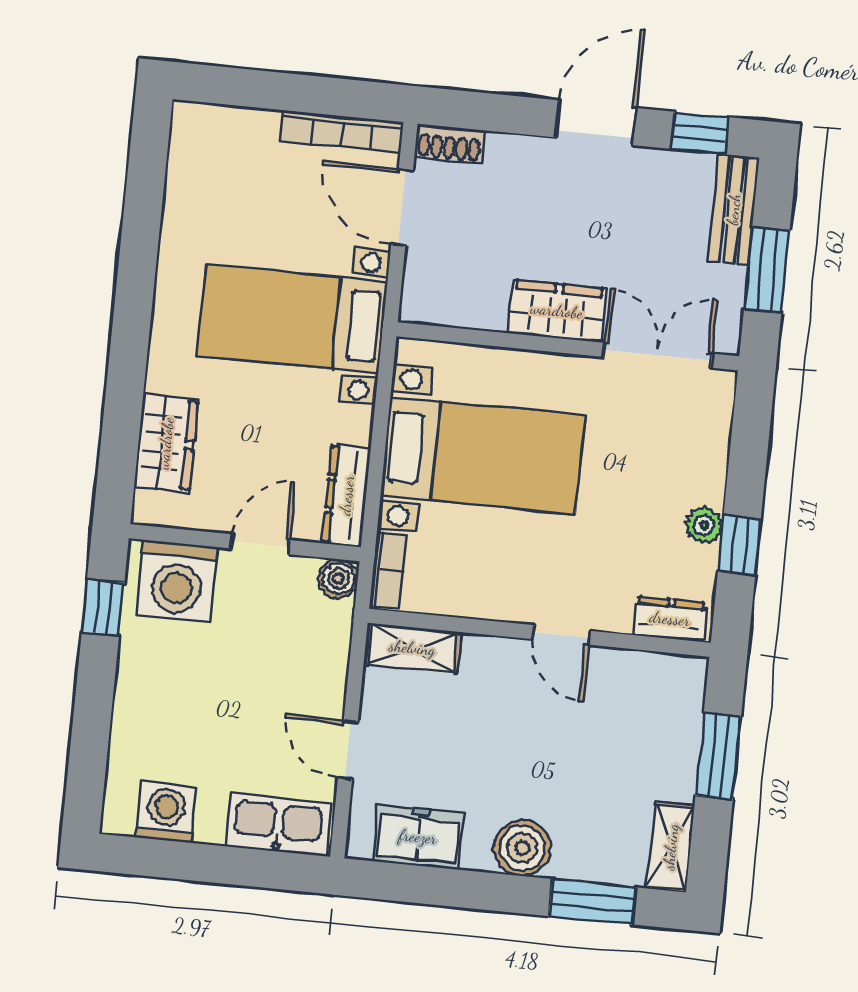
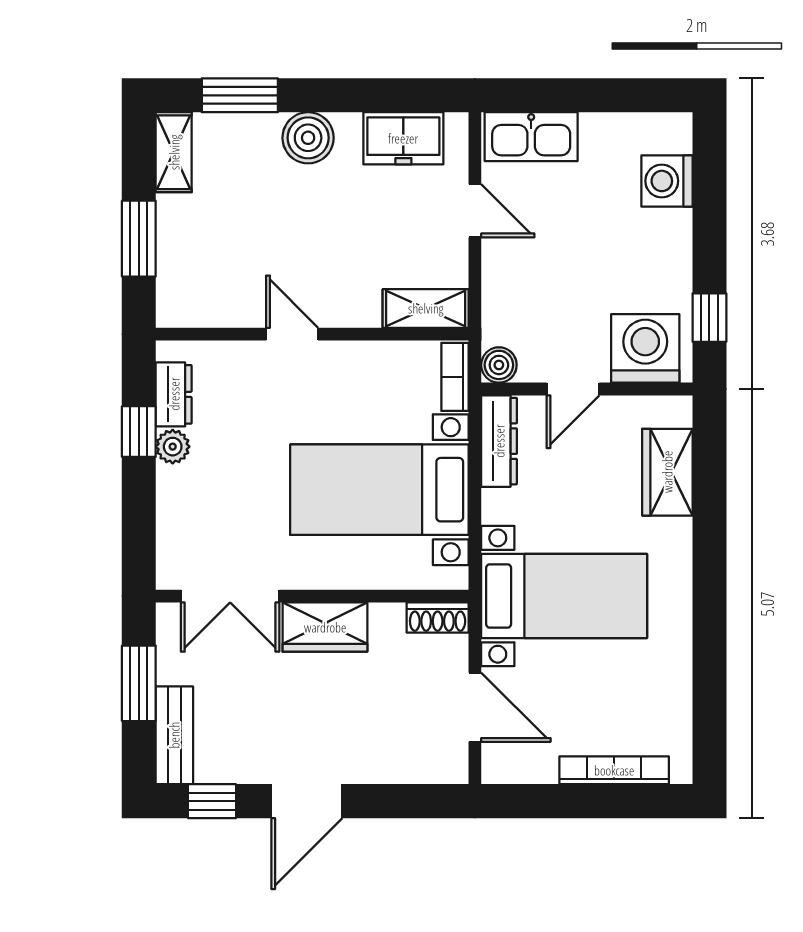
bookcase: (342, 132) -> (614, 770), moved
shoe rack: (450, 143) -> (438, 618), moved, turned 180
dresser: (670, 619) -> (174, 394), moved, turned -90
washing machine: (166, 812) -> (667, 181), moved, turned 90

